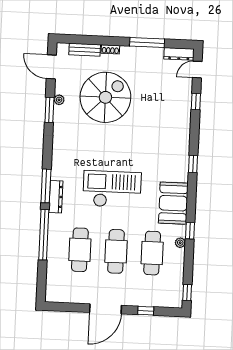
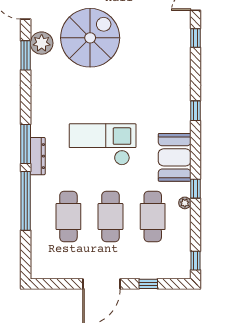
plant: (59, 100) -> (42, 43), width x1.87, depth x1.87

